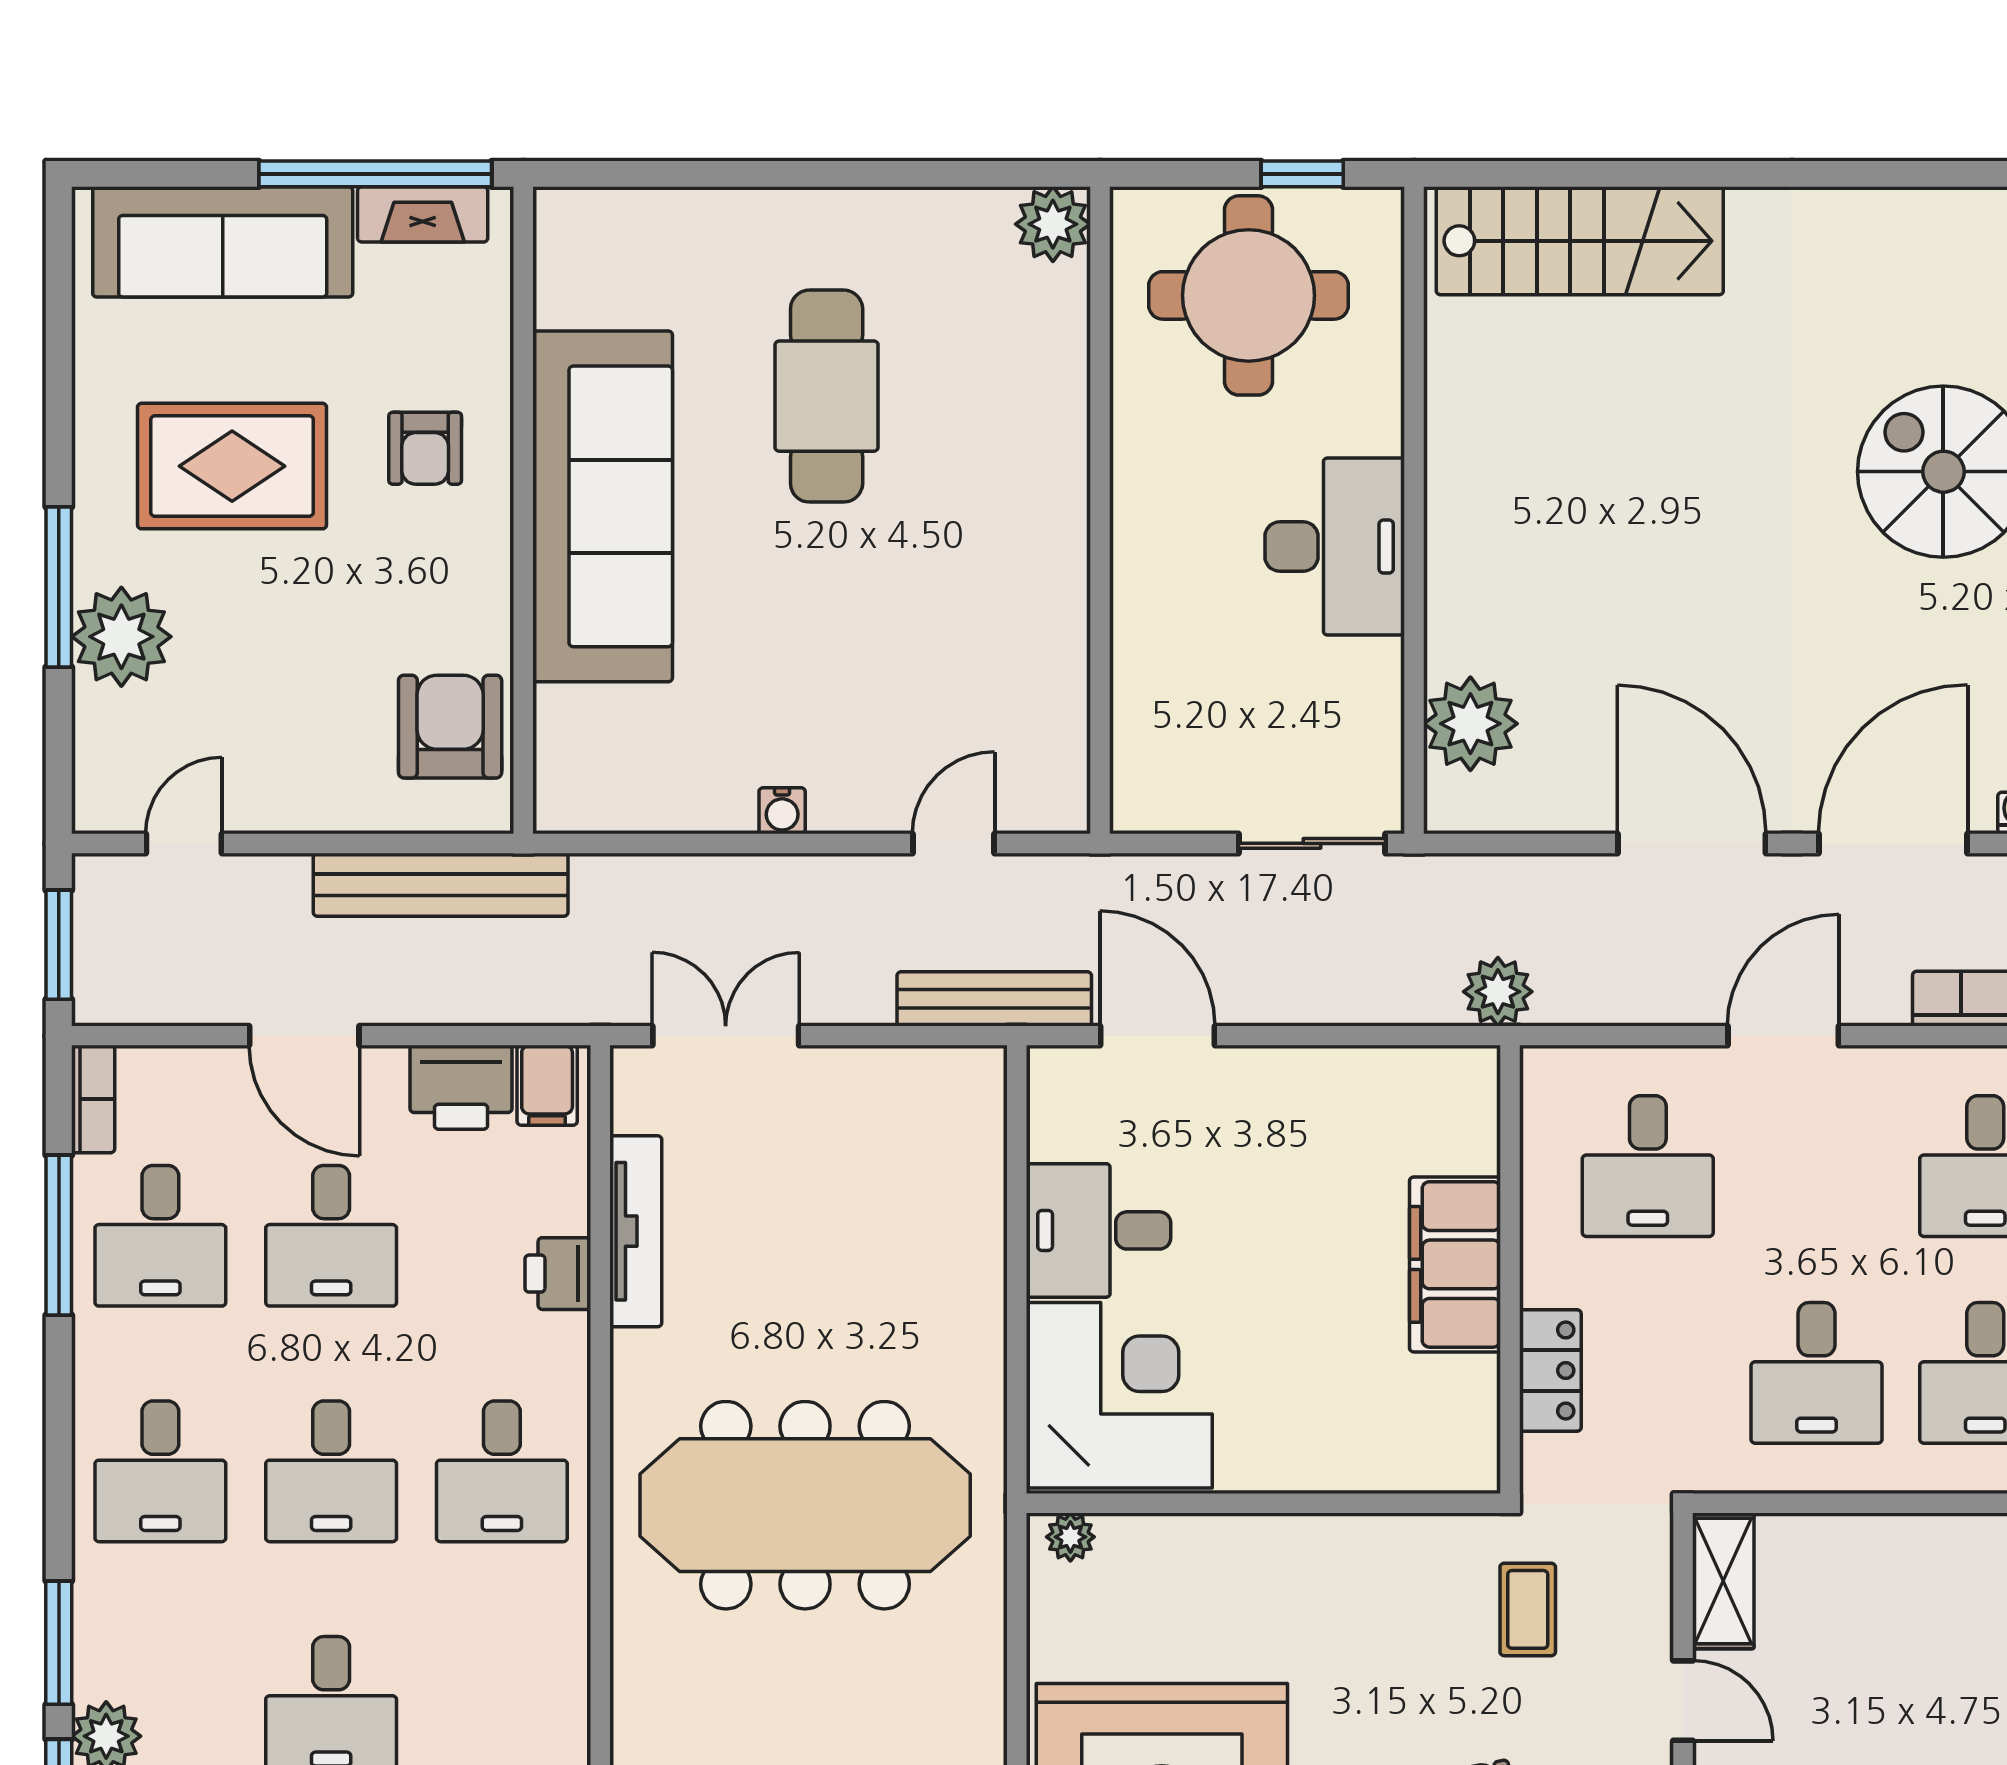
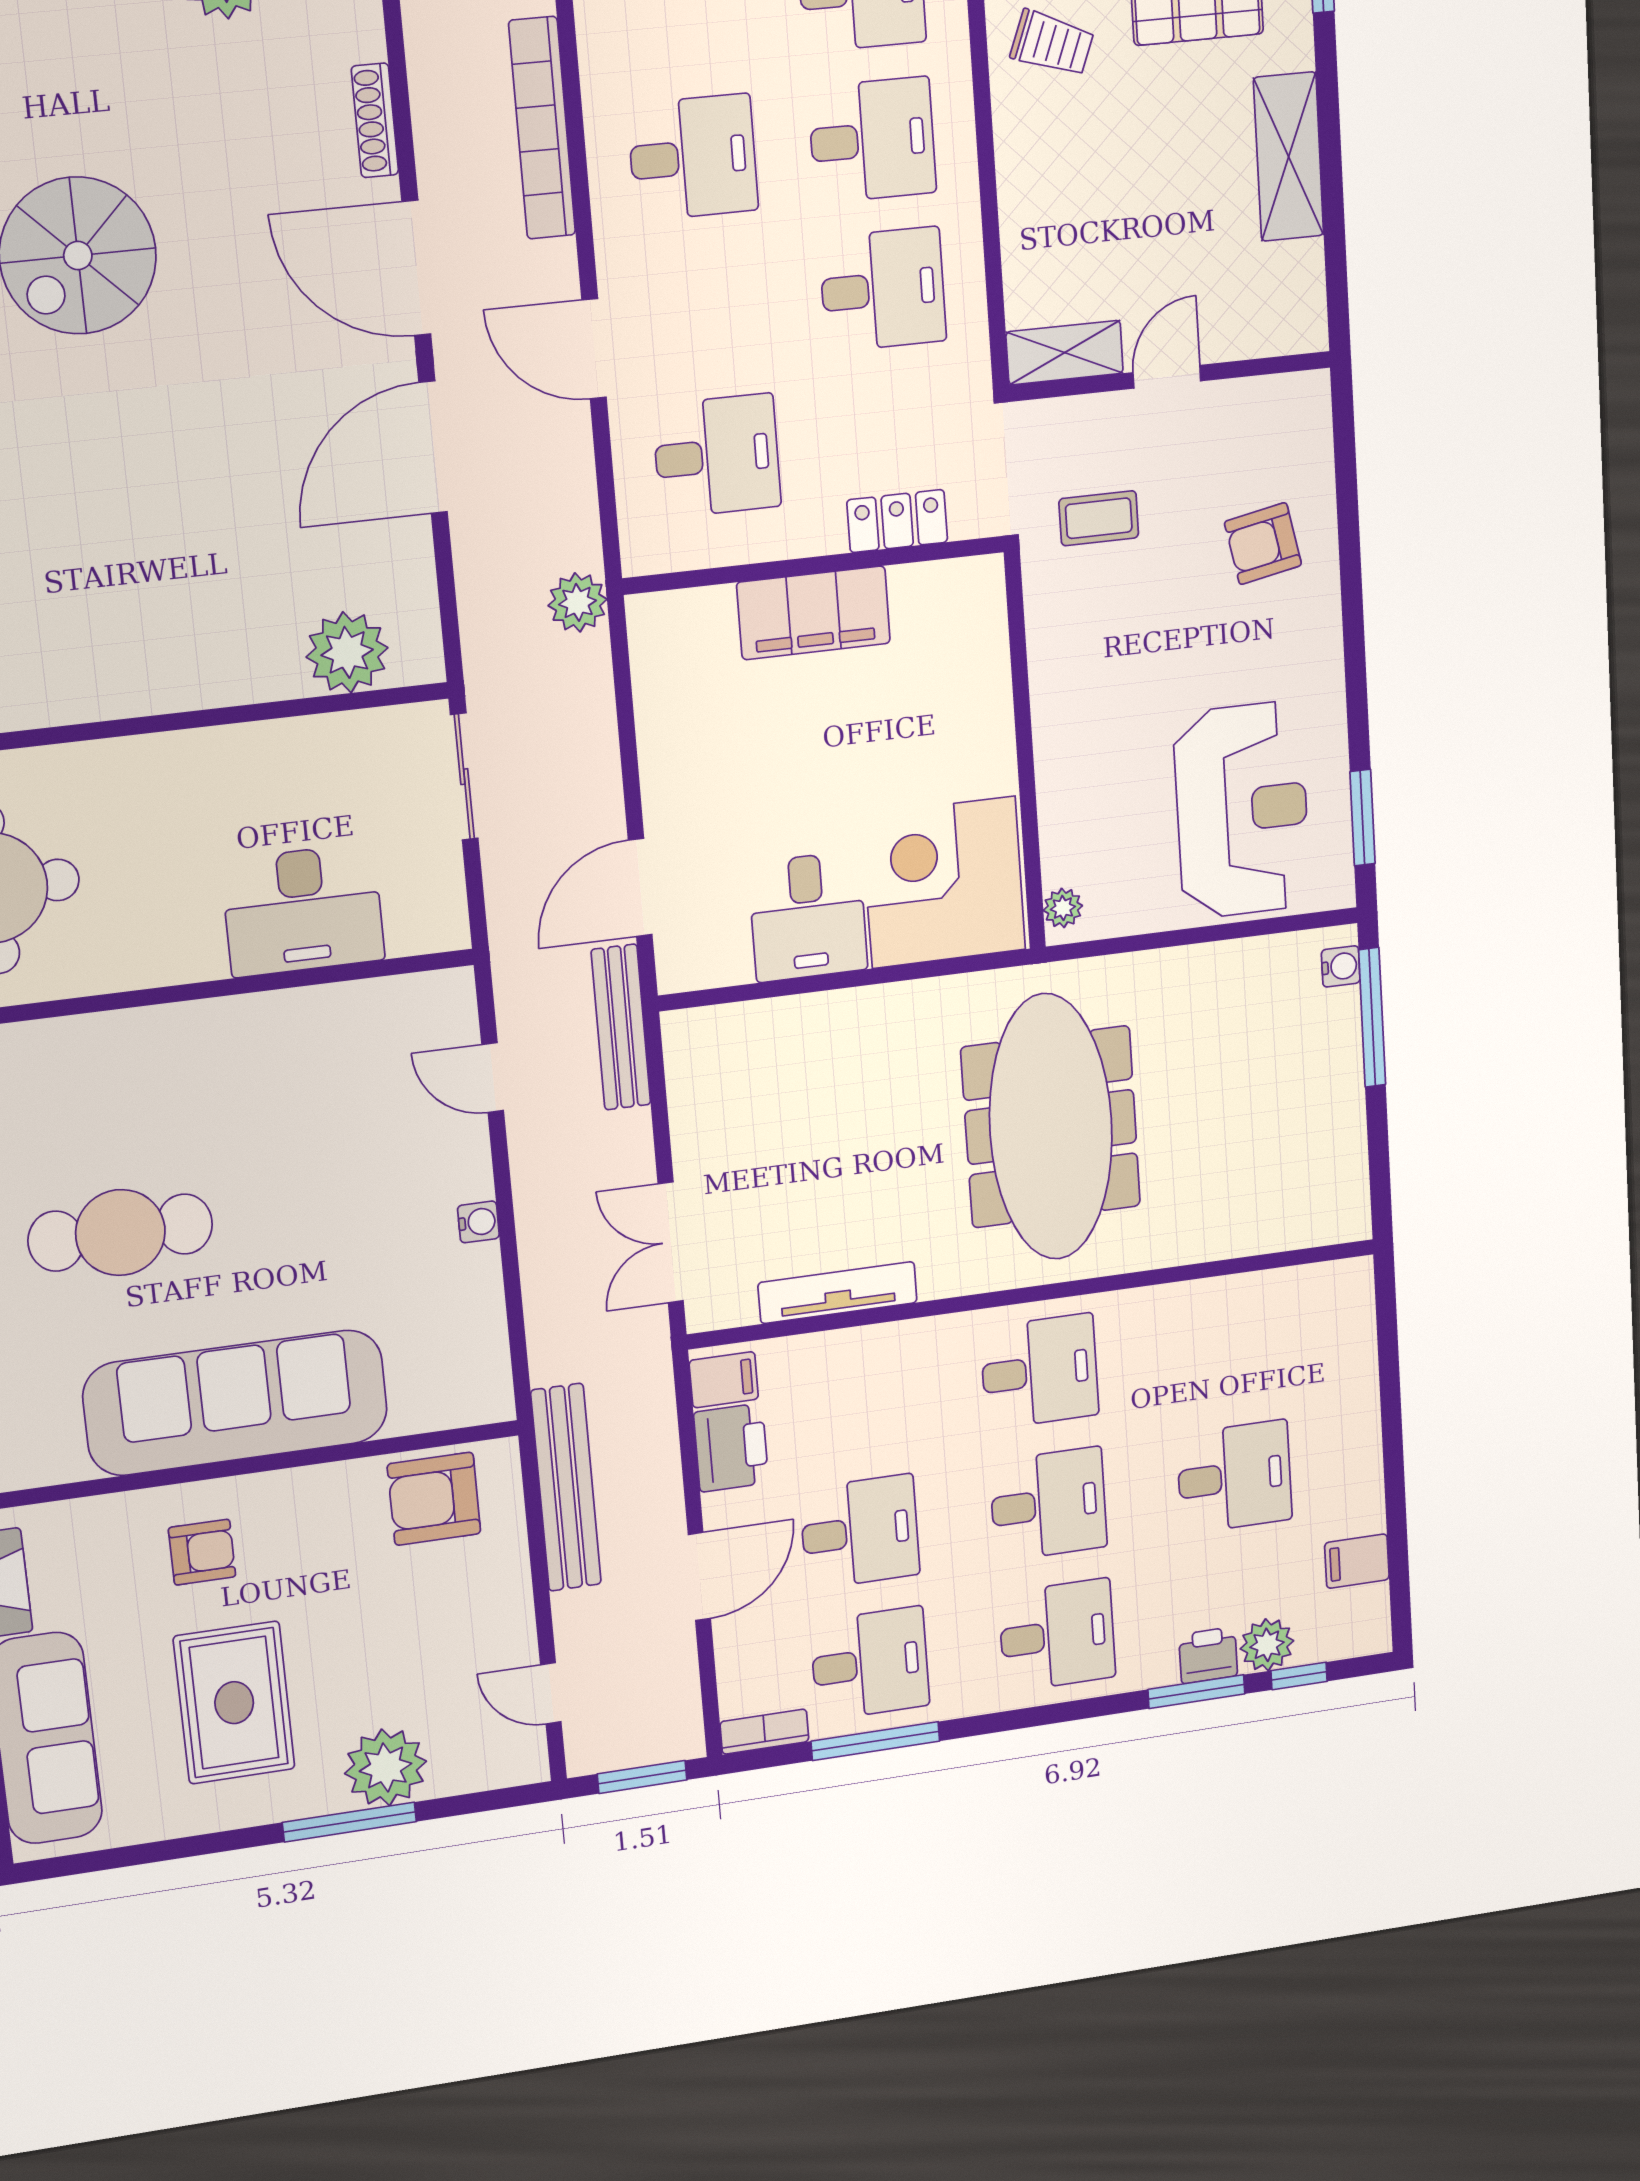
desk: (1335, 547) -> (303, 910), moved, turned 180
printer: (558, 1274) -> (1208, 1655), moved, turned 180

